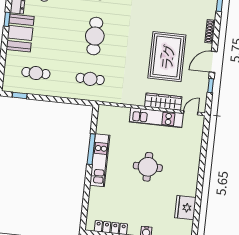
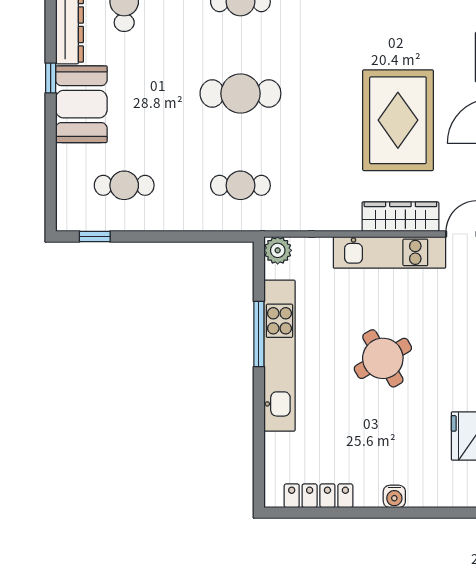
cafe table: (95, 36) -> (240, 93), turned 90
plant: (104, 111) -> (278, 250), added
kitchen unit: (100, 160) -> (279, 356), width x1.36
round table: (148, 167) -> (383, 358), turned -30

